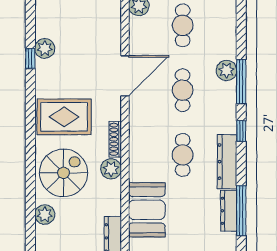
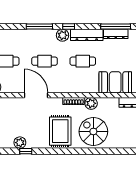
plant: (226, 70) -> (62, 35), moved
plant: (45, 215) -> (118, 143), removed

